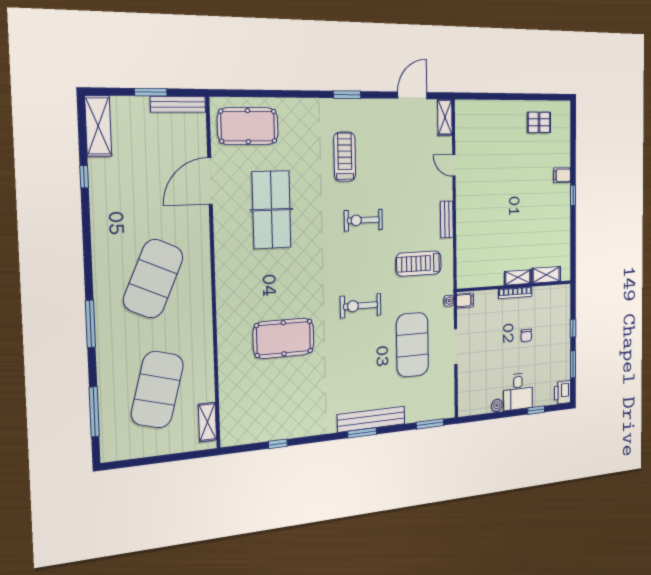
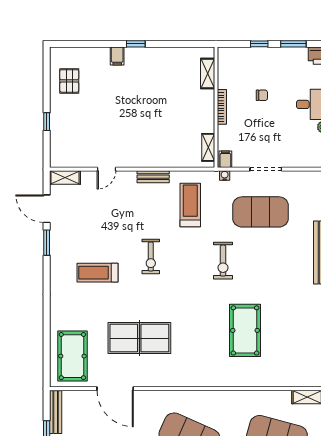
window: (347, 95) -> (47, 243), moved
window: (500, 96) -> (47, 122), added
treadmill: (419, 264) -> (190, 205), turned 180
shelving: (518, 277) -> (208, 147), moved

